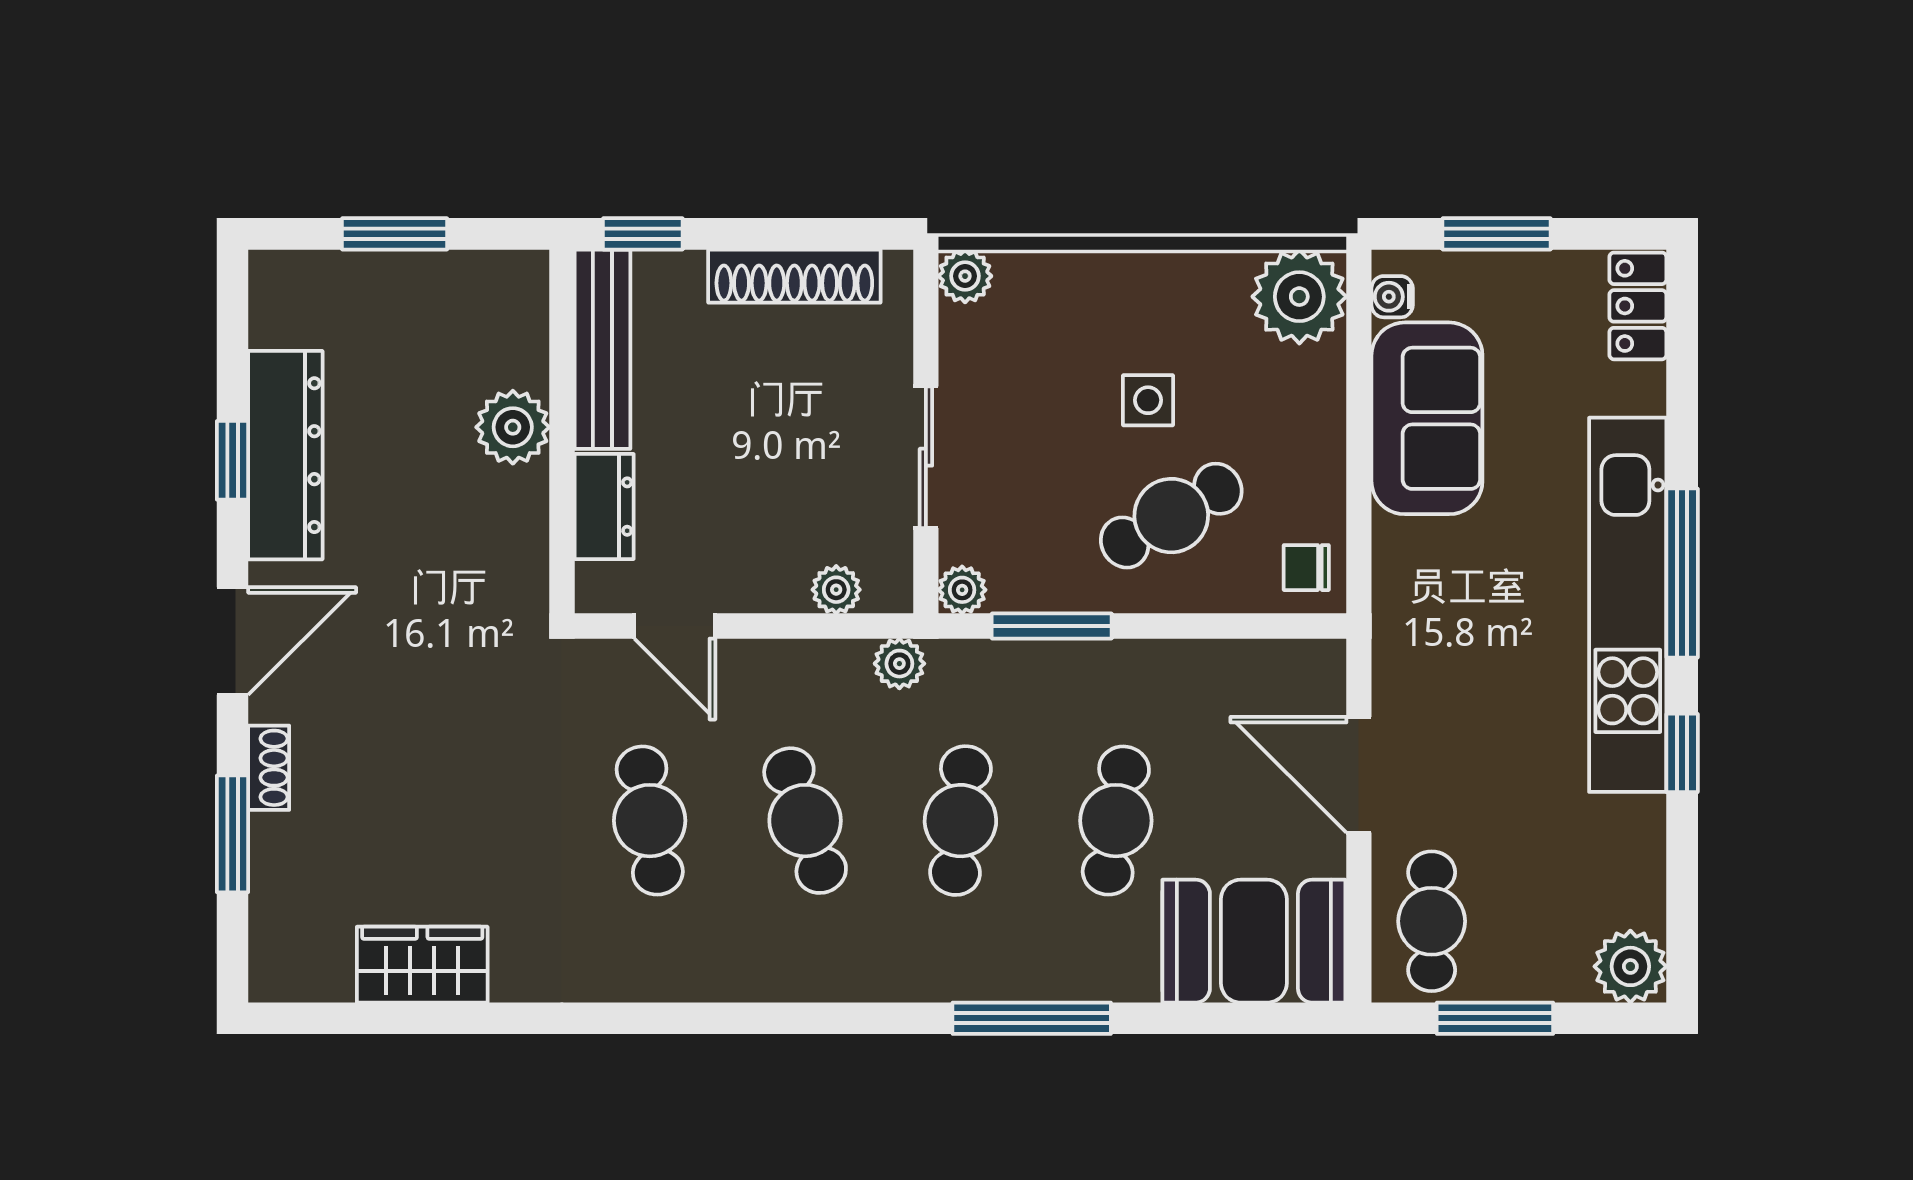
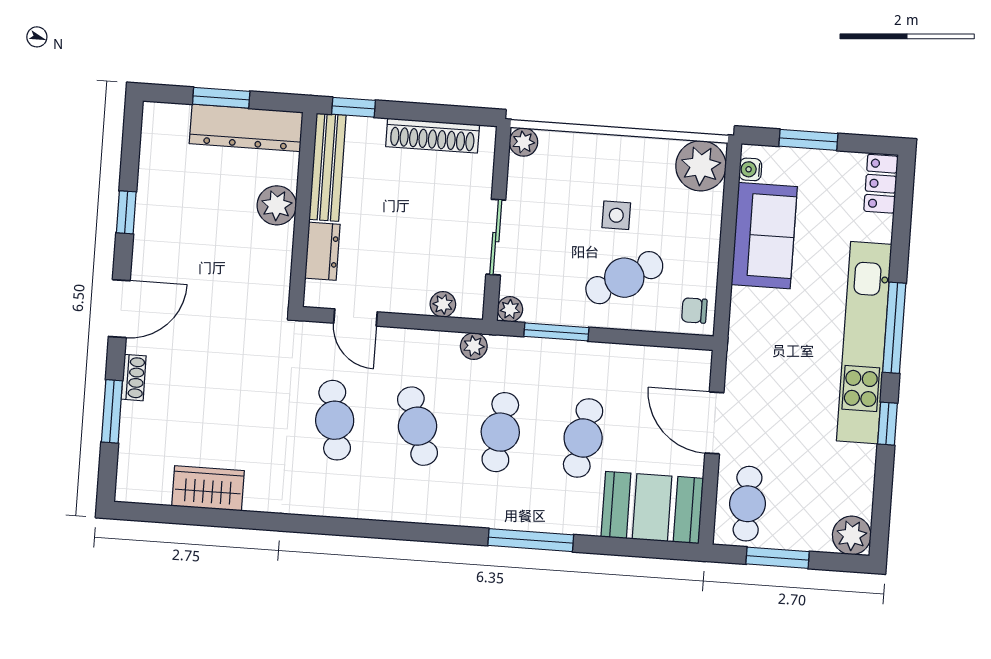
dresser: (285, 455) -> (246, 128), moved, turned 90

